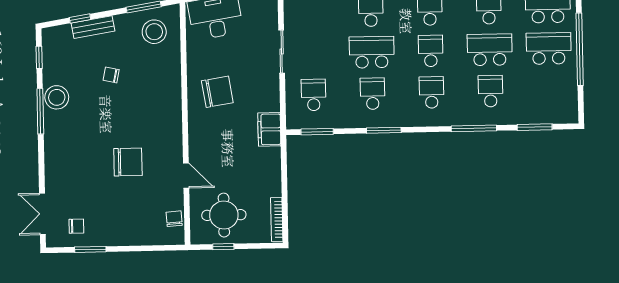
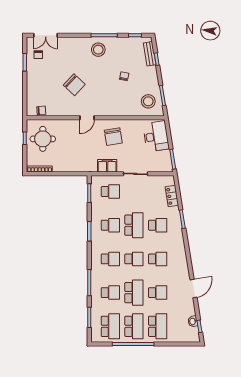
bench: (93, 27) -> (150, 54), moved
school desk: (550, 90) -> (110, 326), added
stool: (57, 97) -> (98, 50), moved
filing cabinet: (269, 129) -> (107, 166), moved
chair: (128, 162) -> (74, 85), turned -47
door: (186, 176) -> (87, 118), moved
double door: (42, 214) -> (46, 35), swing flipped

